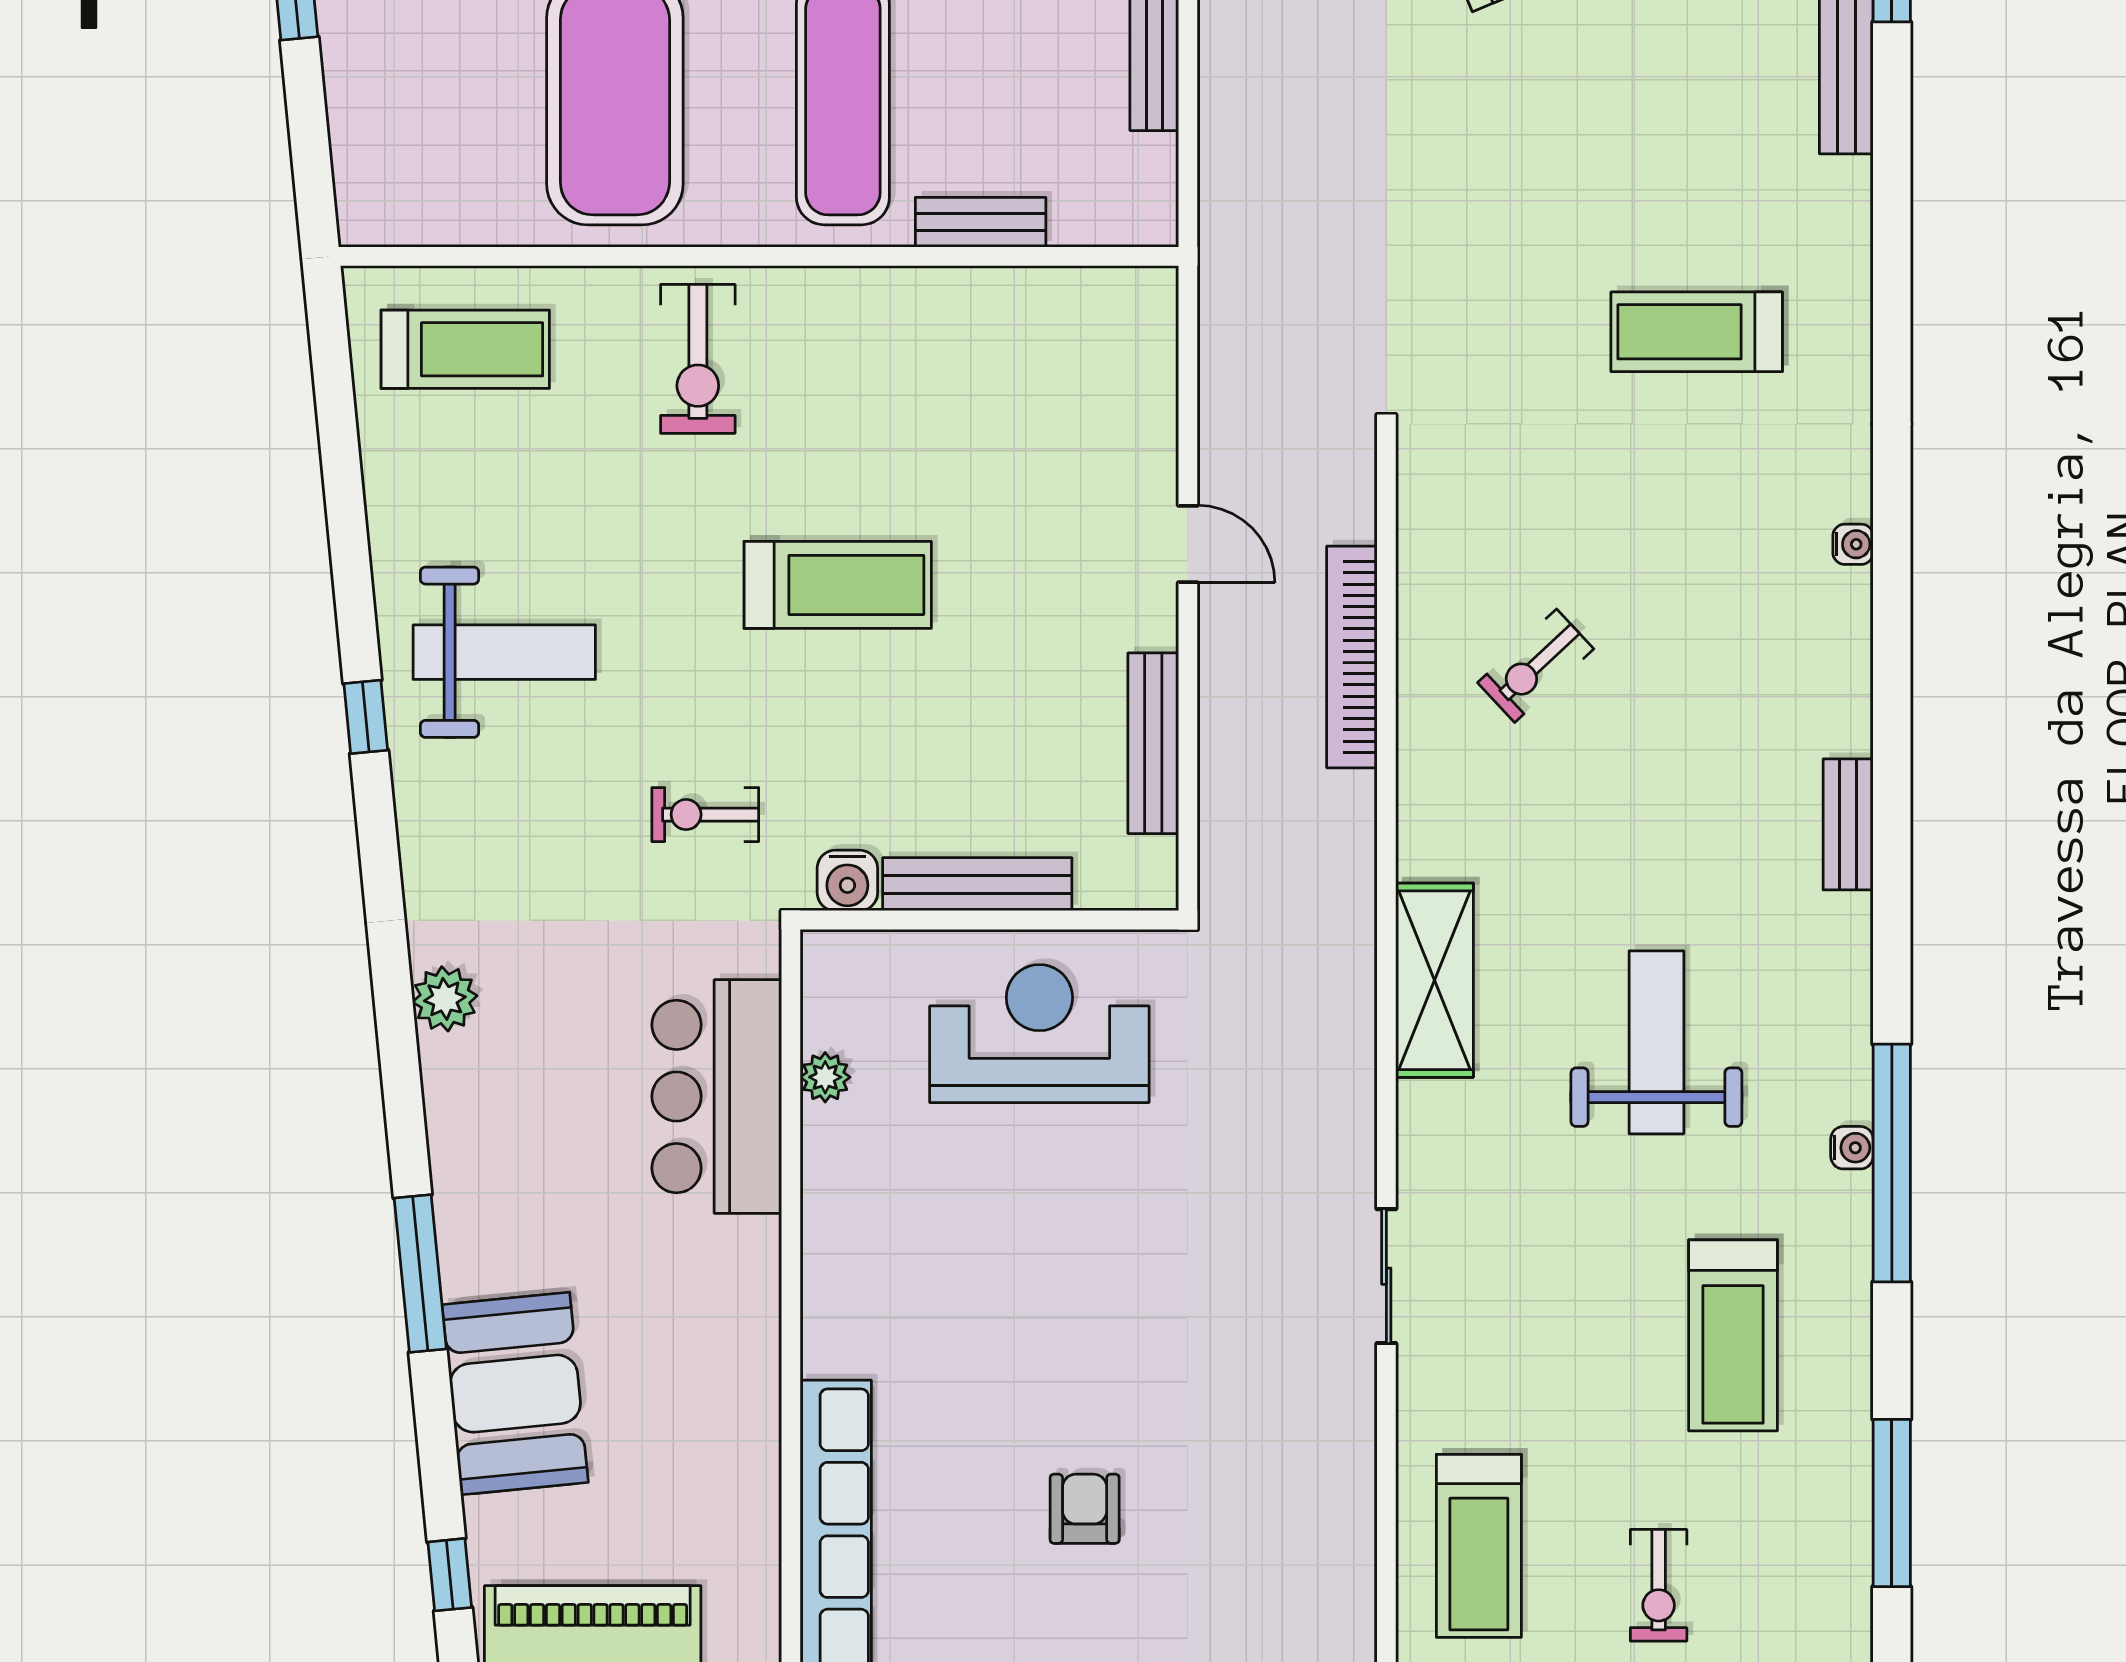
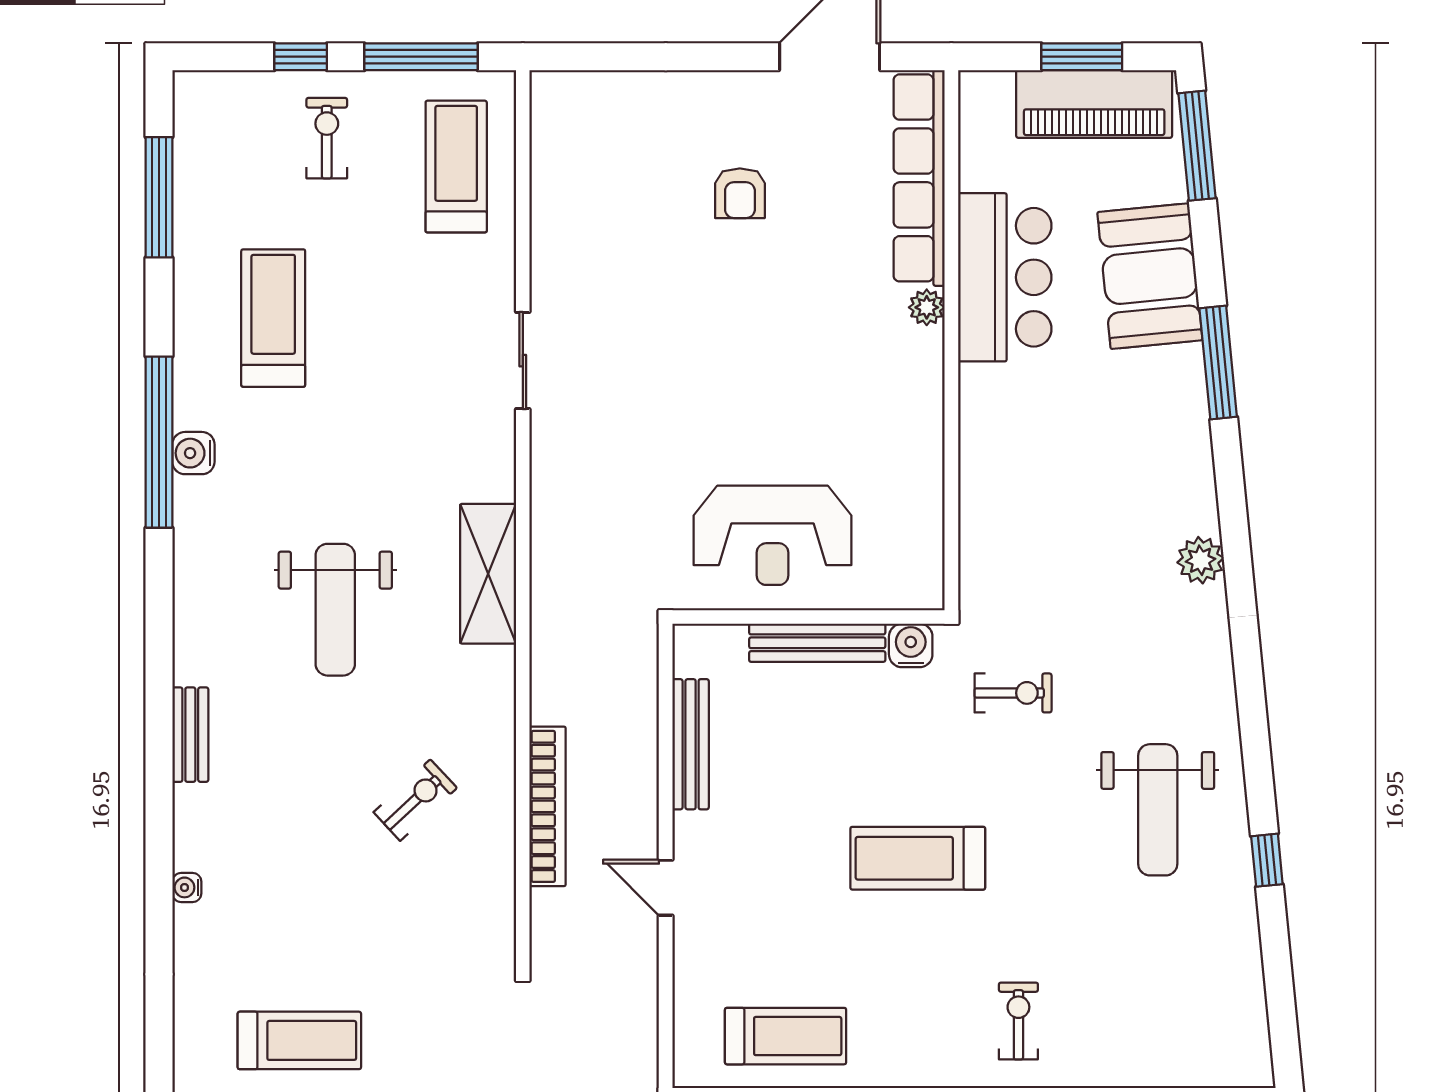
treadmill: (465, 349) -> (786, 1036), moved, turned 180
exercise bike: (698, 359) -> (1018, 1021), width x0.73, depth x0.72
weight bench: (504, 652) -> (1158, 810), turned -90
window: (366, 717) -> (1267, 860), moved
bench: (1848, 824) -> (190, 735), moved
weight bench: (1656, 1042) -> (335, 610), moved
plant: (825, 1077) -> (927, 307), moved
bar counter: (717, 1096) -> (1005, 277), moved
water cooler: (1852, 1148) -> (193, 453), width x1.38, depth x1.38
window: (450, 1575) -> (1197, 146), width x2.17

